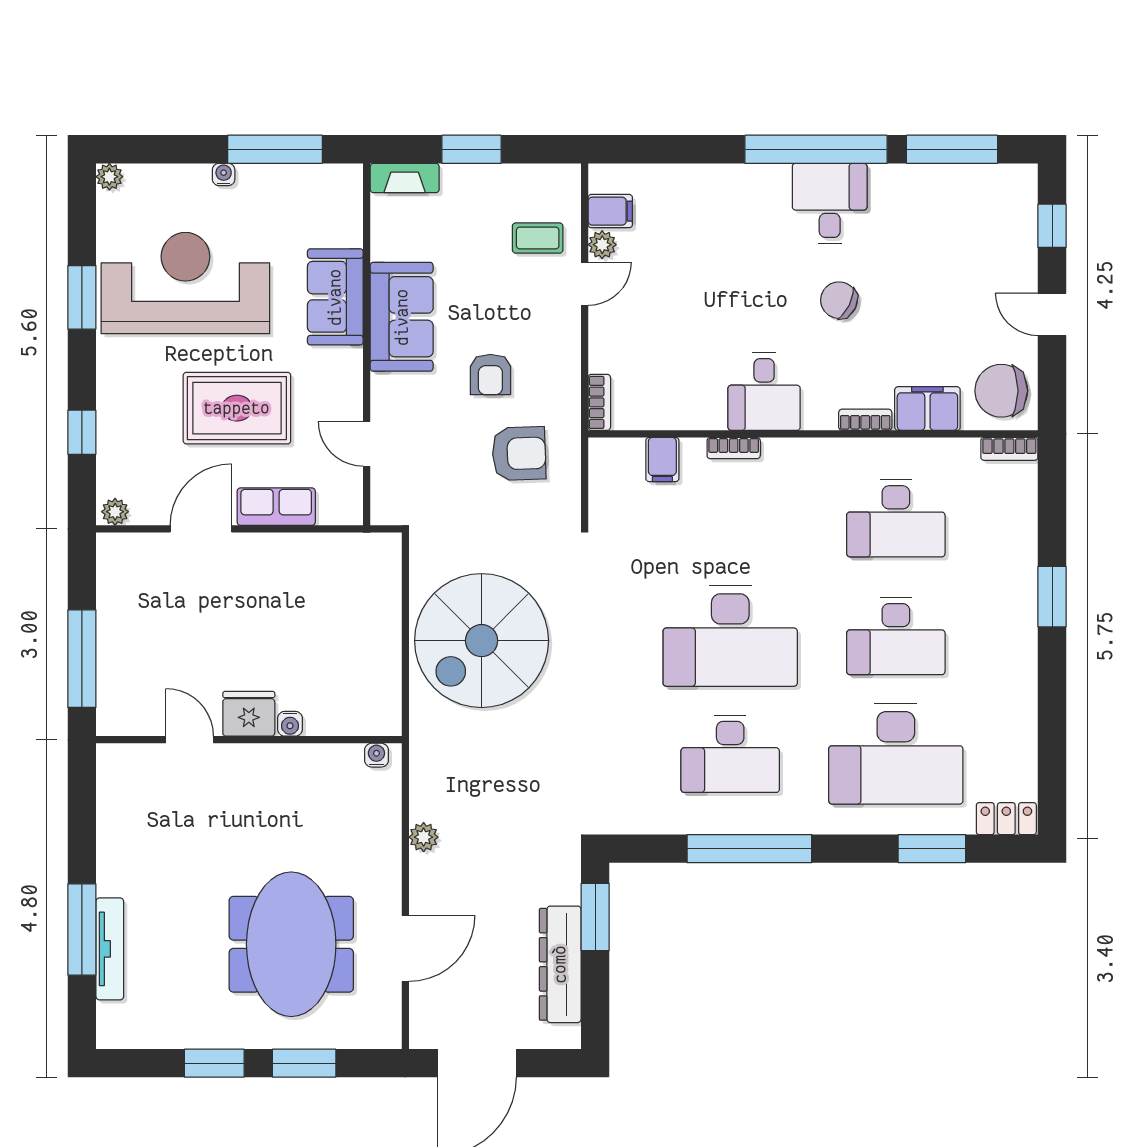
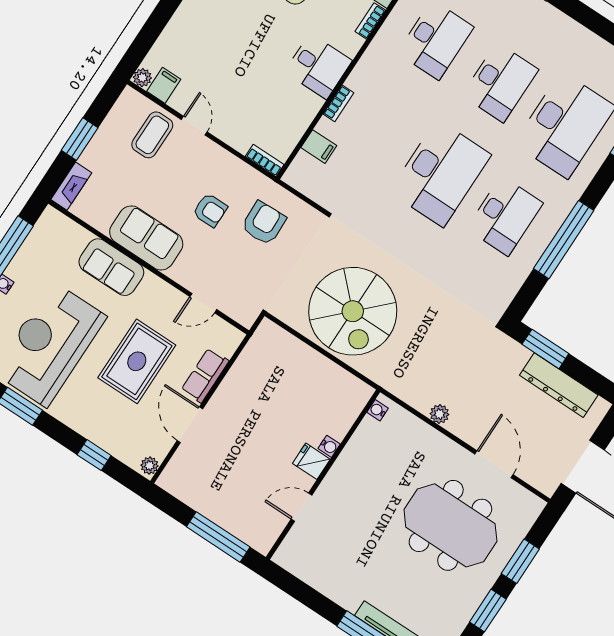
coffee table: (538, 238) -> (152, 135), width x1.36, depth x1.30
plant: (602, 245) -> (142, 78), moved
fridge: (249, 714) -> (311, 461), width x0.72

